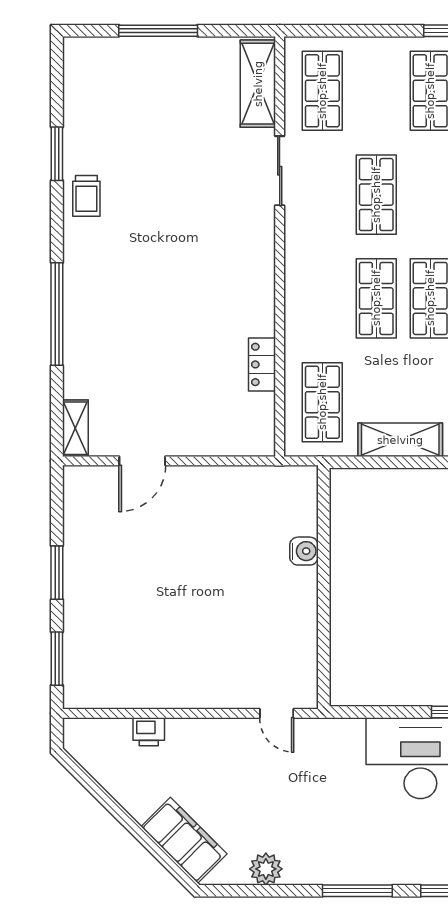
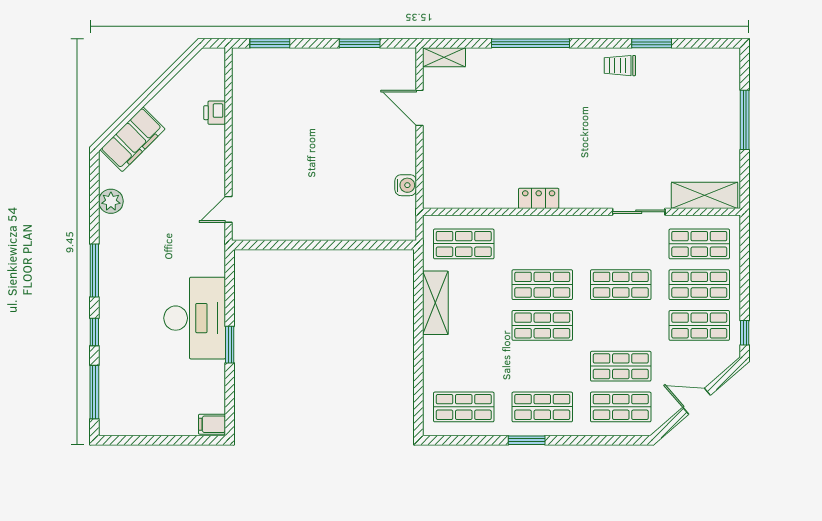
shop shelf: (376, 91) -> (699, 285), added
locker: (262, 364) -> (539, 198), moved
water cooler: (304, 551) -> (406, 185), moved, turned -90
window: (57, 573) -> (360, 43), moved

